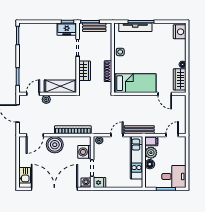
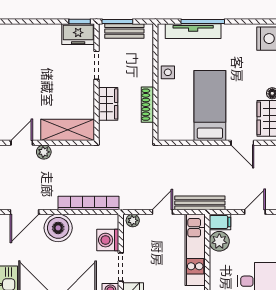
bed: (135, 83) -> (210, 105), moved, turned -90
floor lamp: (150, 164) -> (217, 261), removed

